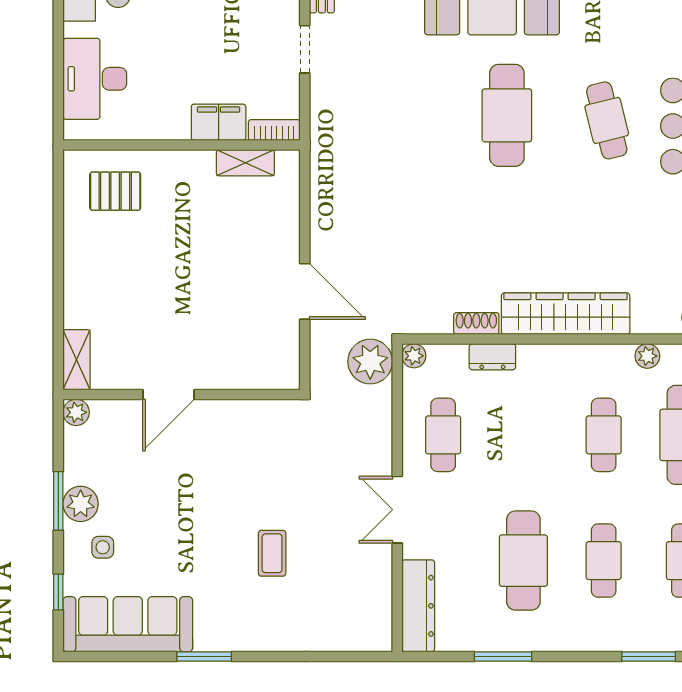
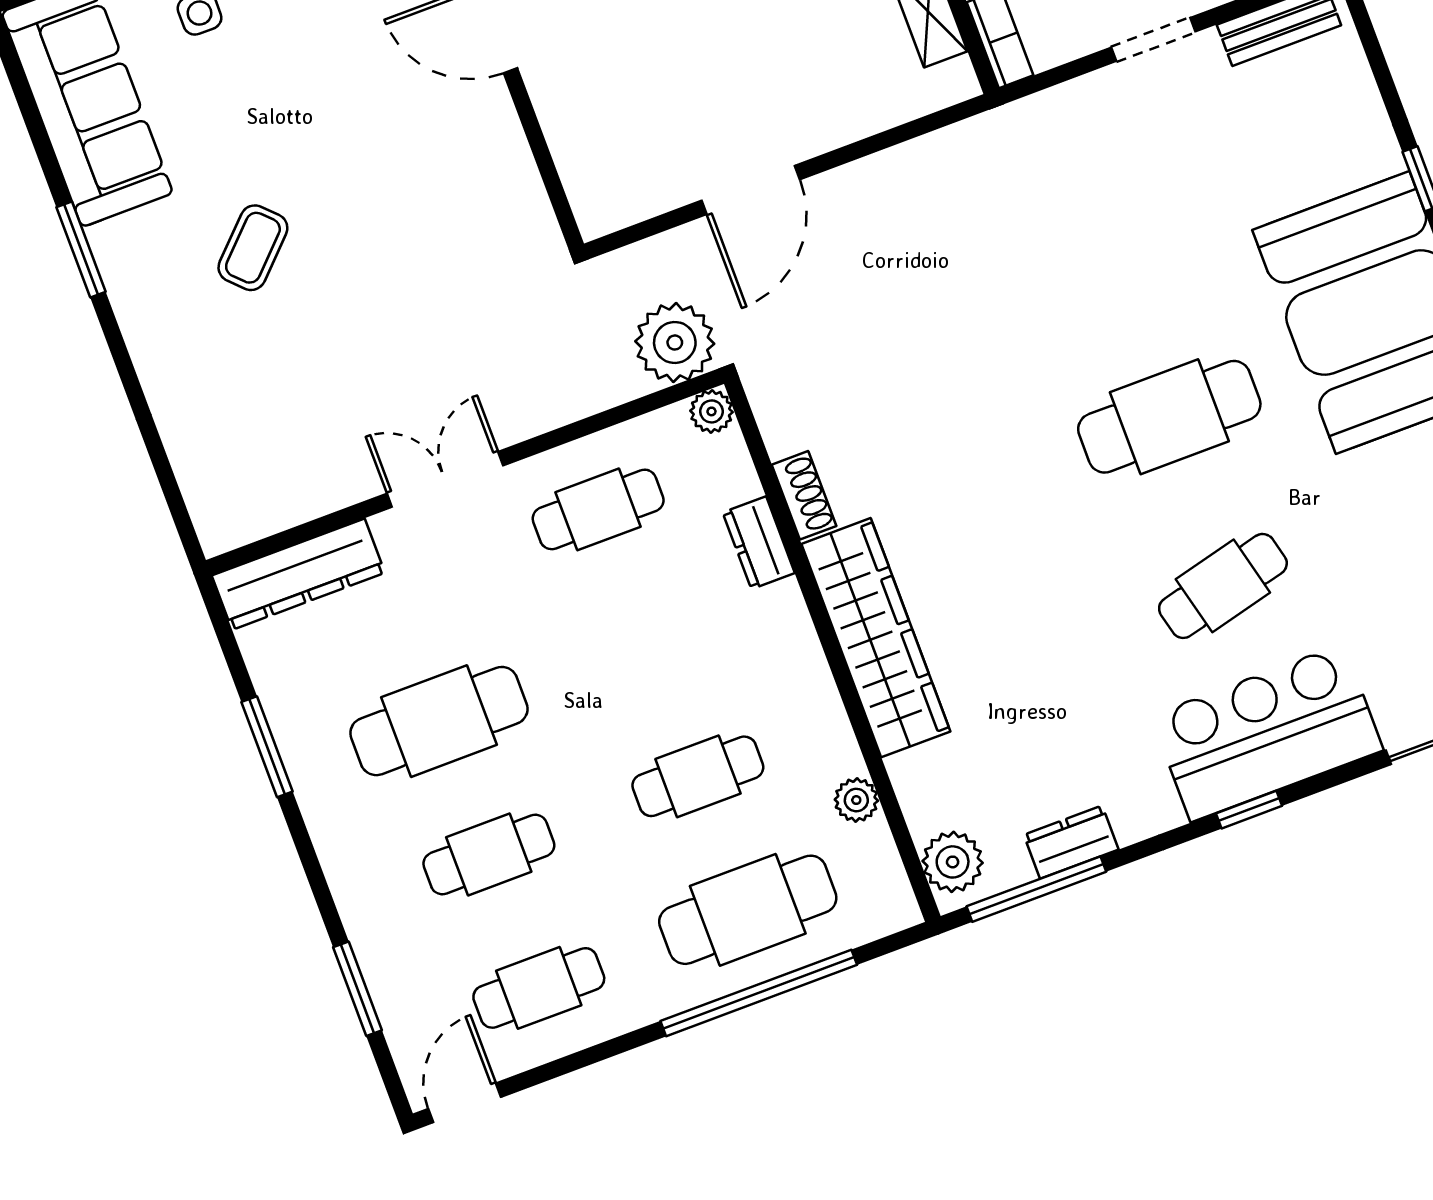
coffee table: (272, 553) -> (253, 248), moved, turned -45

